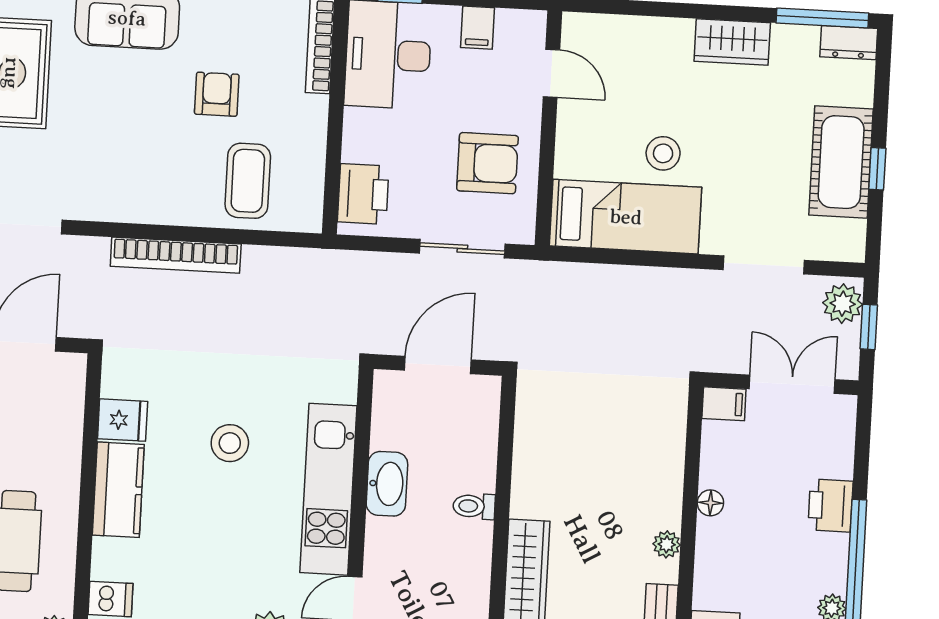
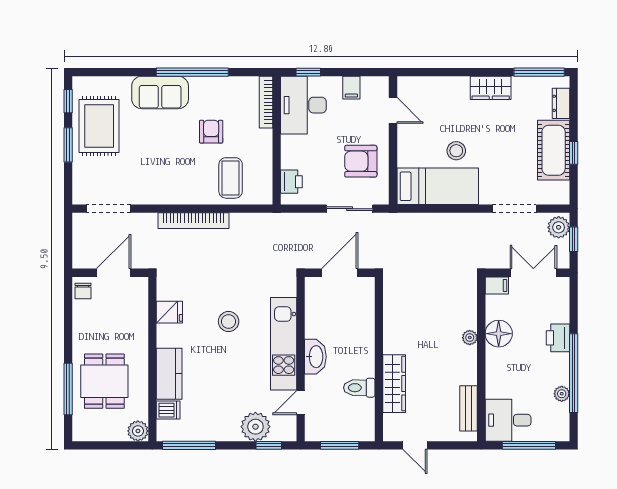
dresser: (849, 43) -> (561, 103), moved, turned 90
armchair: (487, 163) -> (361, 161), turned 180
printer: (363, 194) -> (291, 182), width x0.73, depth x0.81
washbasin: (387, 484) -> (315, 357), moved
kitchen counter: (118, 490) -> (169, 374), moved
floor lamp: (710, 503) -> (499, 334), width x1.89, depth x1.89
toilet: (474, 506) -> (359, 388), moved, width x1.37, depth x1.39
plant: (667, 544) -> (470, 338), moved

